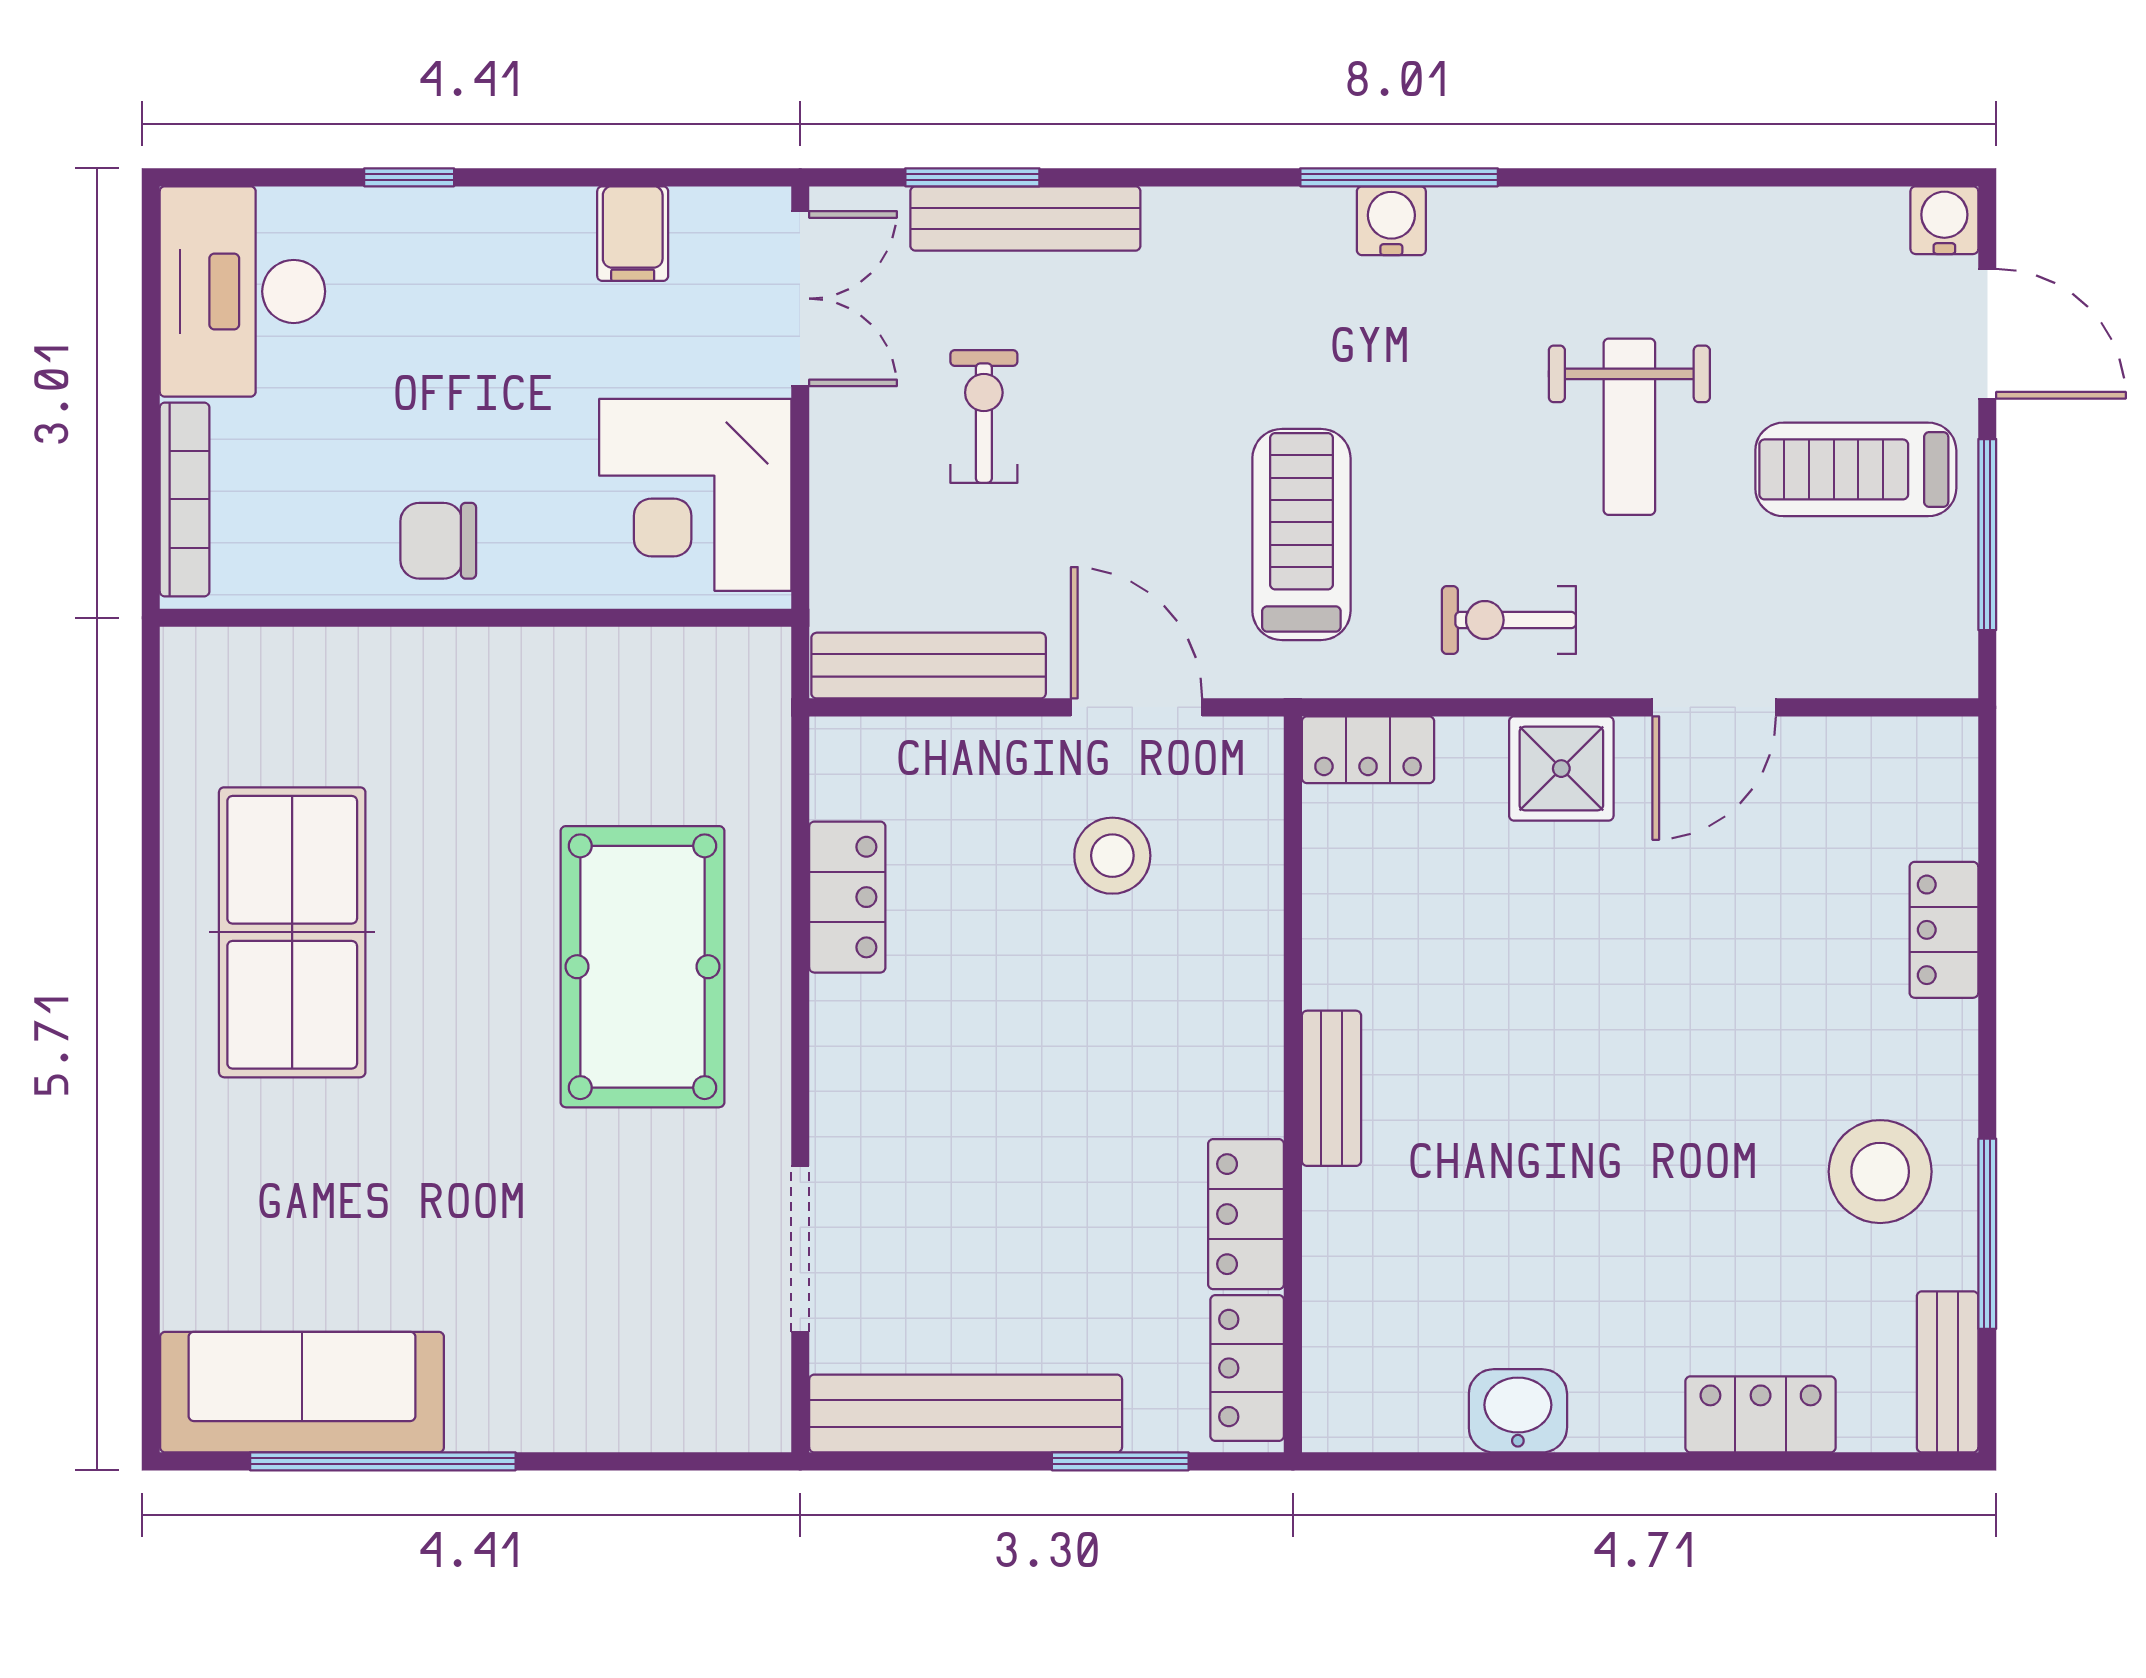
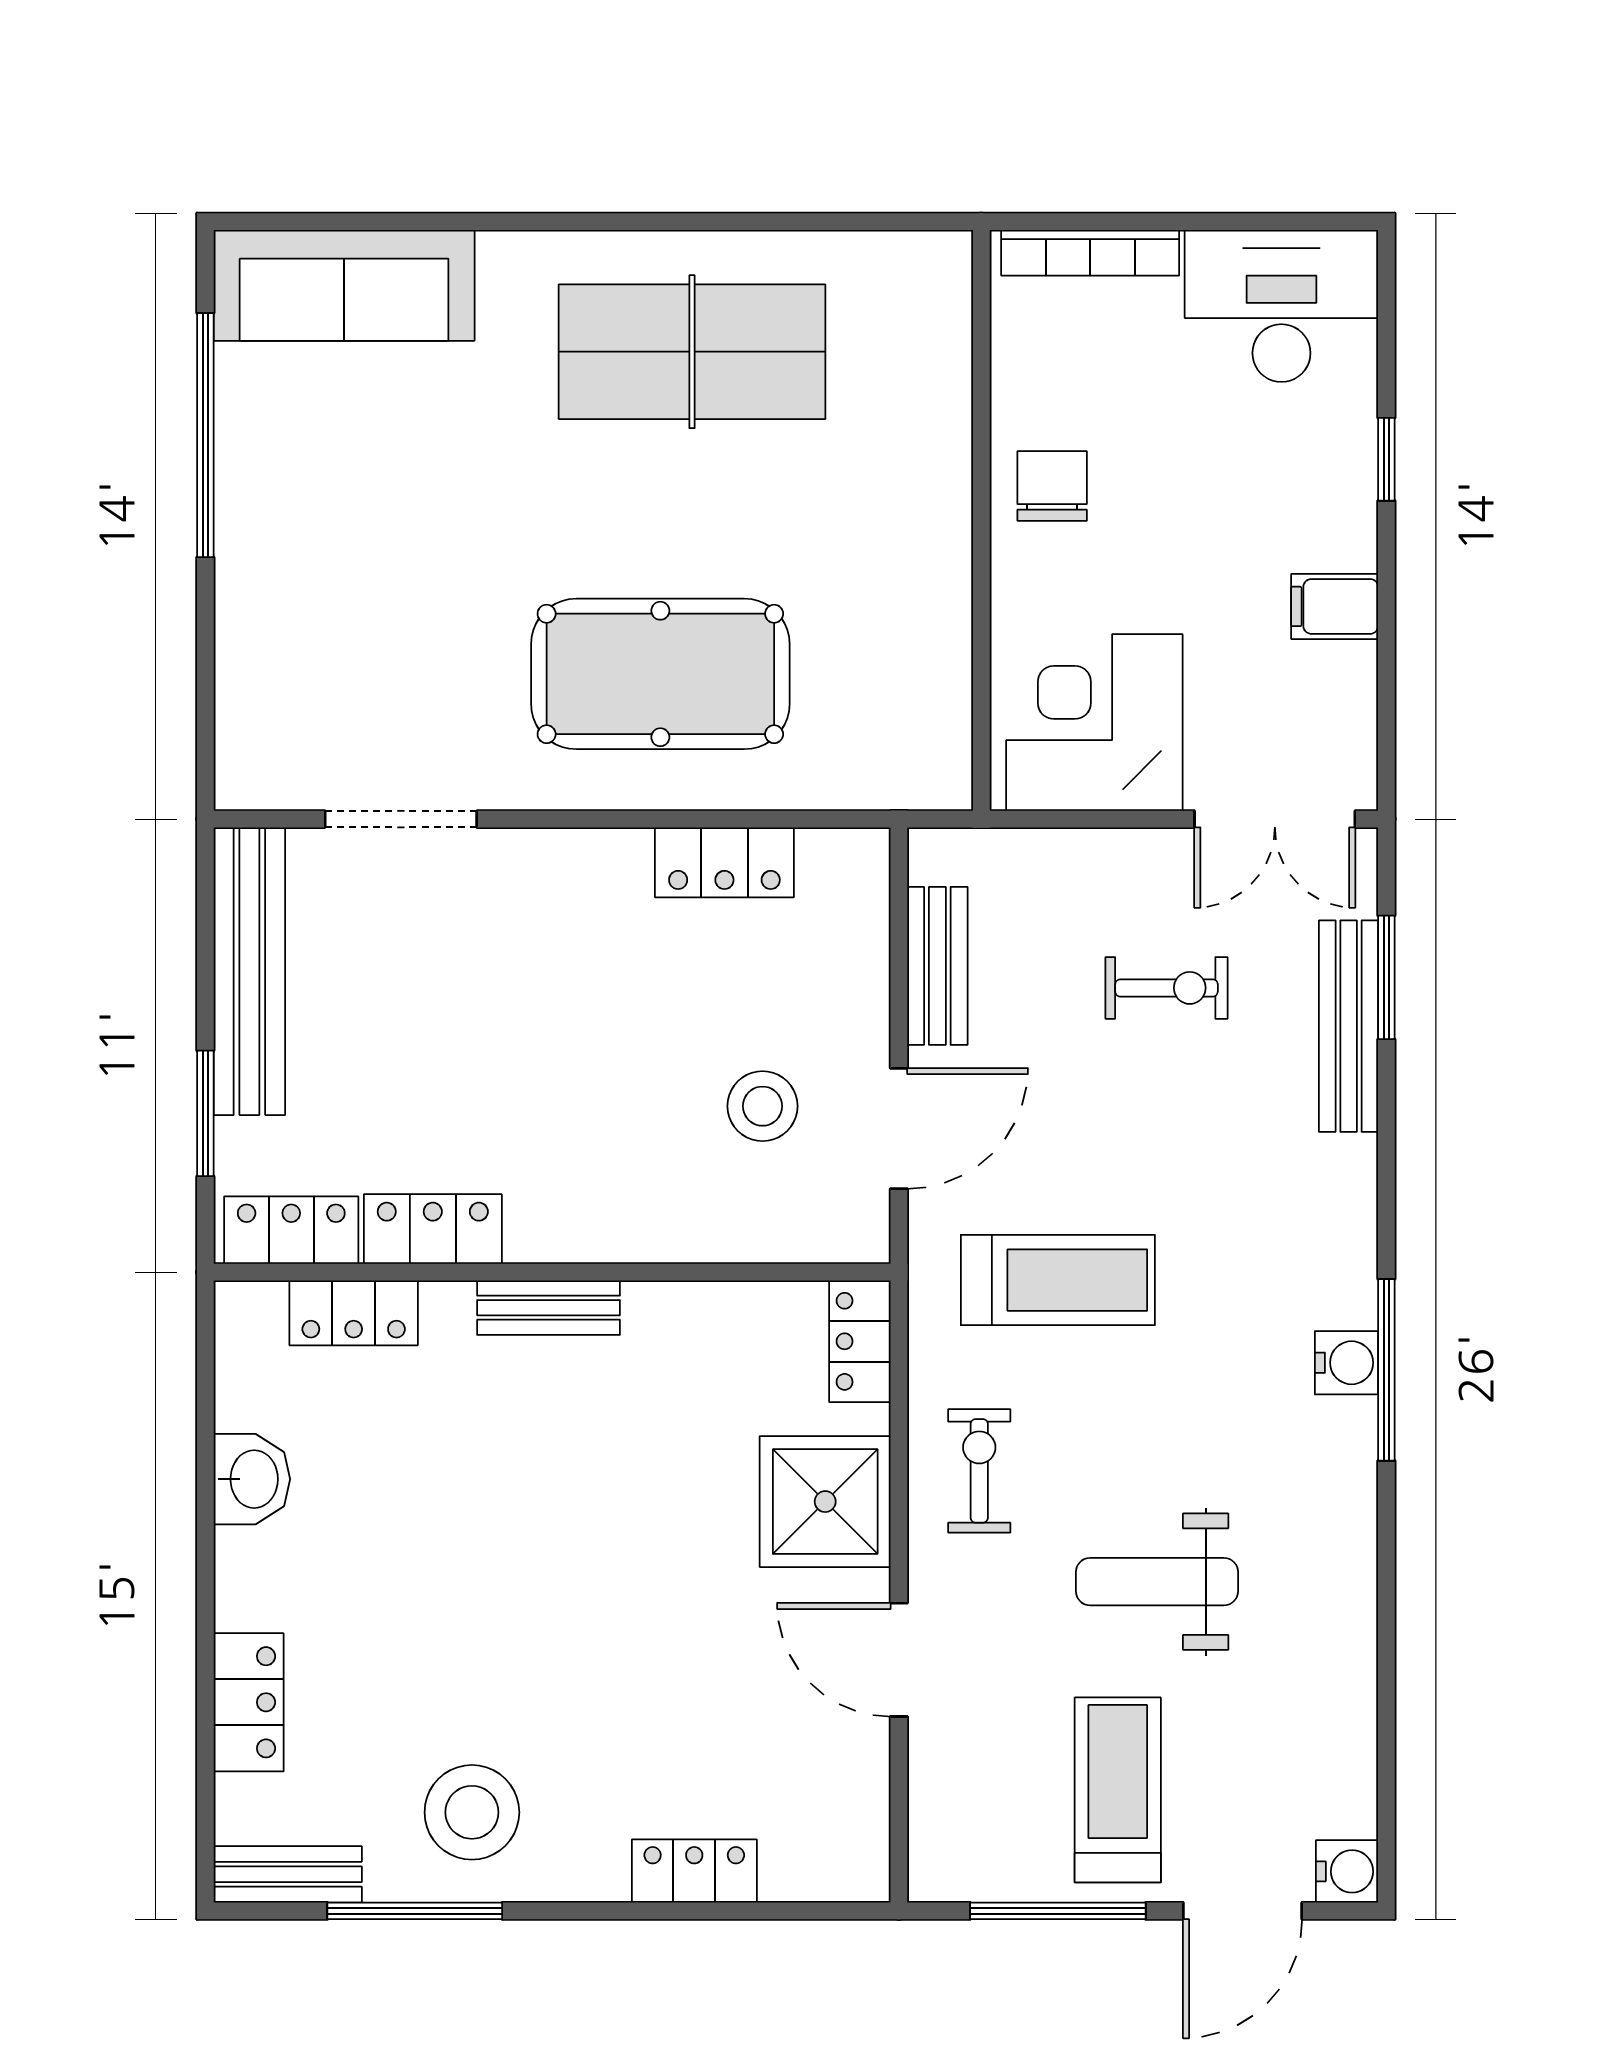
filing cabinet: (633, 234) -> (1335, 606), moved
bench: (929, 666) -> (937, 966), width x0.73
shower: (1561, 769) -> (825, 1502), width x1.36, depth x1.36
locker: (1337, 1300) -> (354, 1313), added
sofa: (302, 1392) -> (344, 285), moved, turned 90

